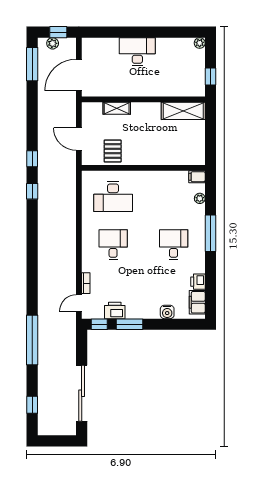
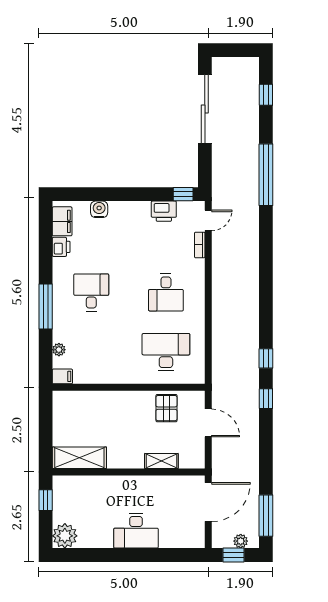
plant: (200, 43) -> (65, 536), width x1.88, depth x1.88
desk: (174, 245) -> (91, 292), turned 180
window: (129, 324) -> (146, 194), removed

